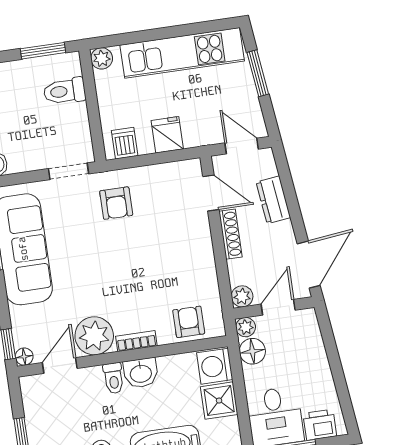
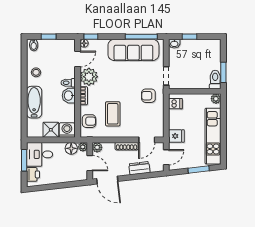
toilet: (64, 91) -> (215, 79), moved
fridge: (167, 135) -> (176, 136), moved
coffee table: (166, 274) -> (113, 114), added
door: (60, 366) -> (78, 59), hinge flipped

